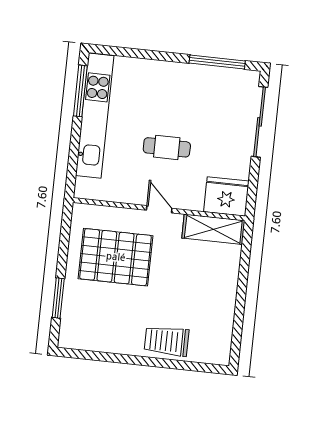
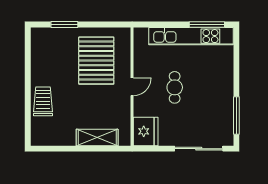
shelving: (213, 229) -> (97, 137), moved, turned 90

